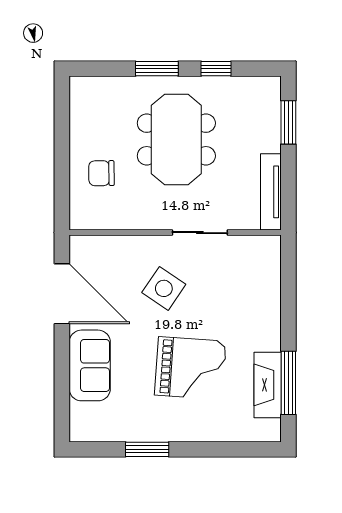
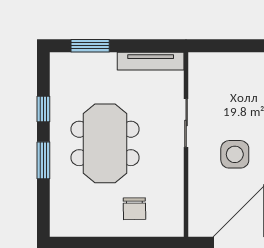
meeting table: (176, 139) -> (105, 143), turned 90
side table: (164, 288) -> (235, 154), turned -34

